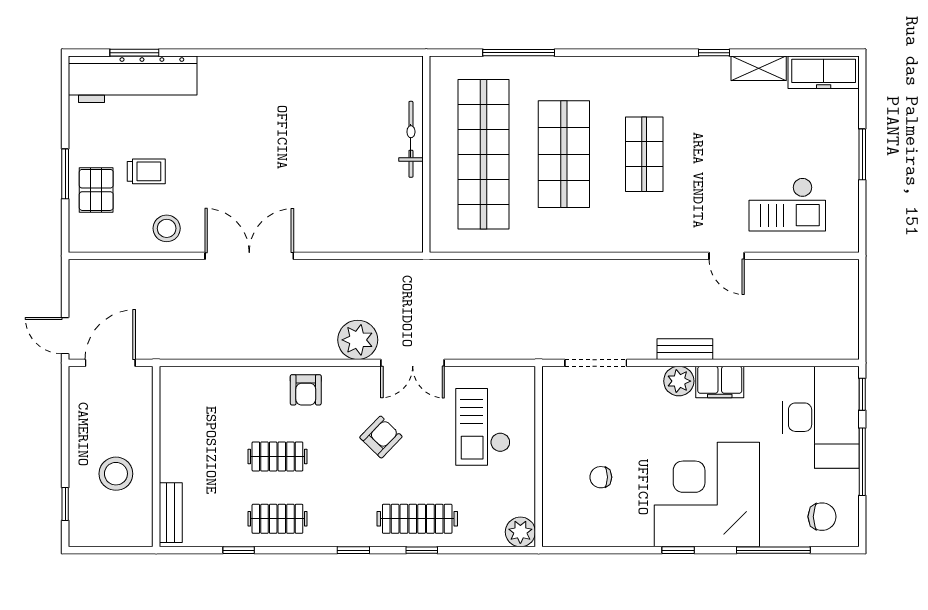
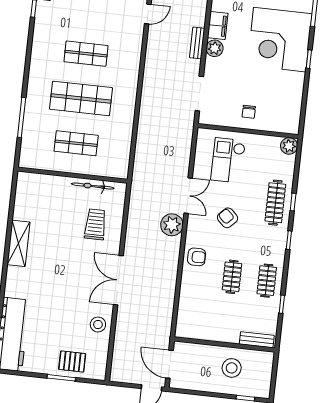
shelving: (295, 72) -> (19, 243), added
bicycle: (411, 139) -> (93, 186), moved
shop shelf: (484, 154) -> (76, 143), width x0.50, depth x0.74
trolley: (146, 171) -> (95, 224), moved, width x1.36, depth x1.39
checkout: (483, 427) -> (228, 160), turned 90
chair: (601, 477) -> (249, 112), moved

